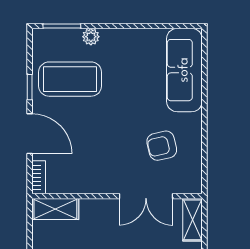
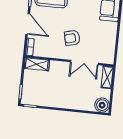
armchair: (162, 146) -> (72, 38), moved

